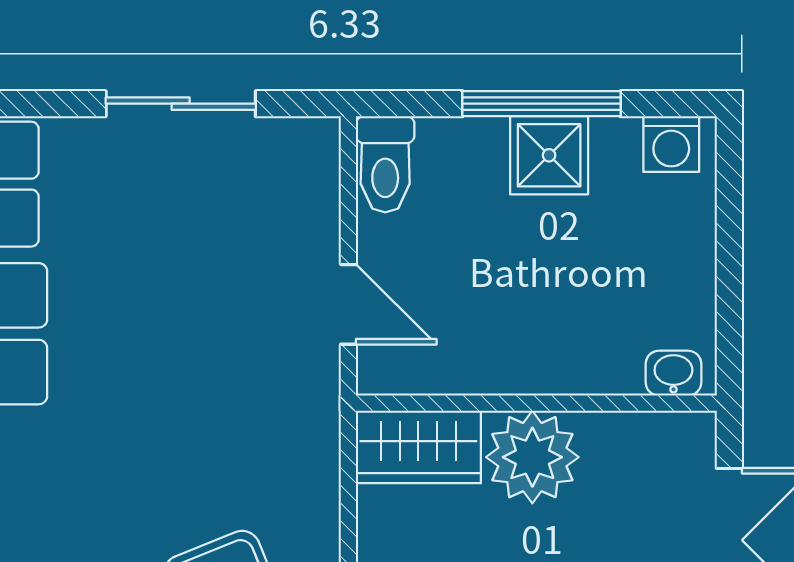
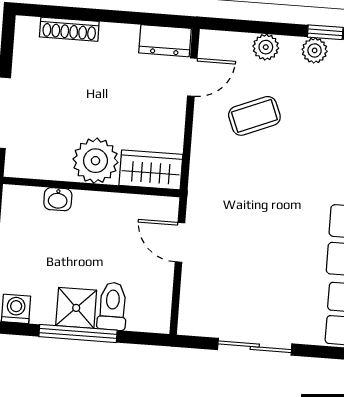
toilet: (385, 164) -> (112, 306), moved
washbasin: (673, 373) -> (58, 199), moved

